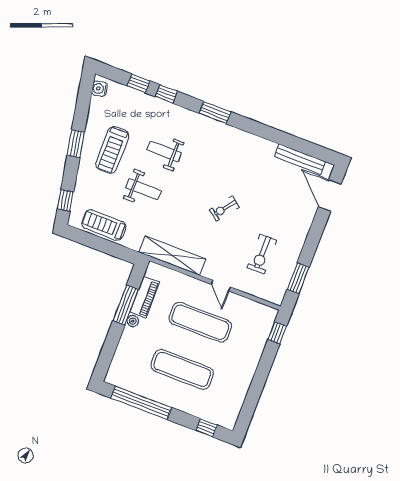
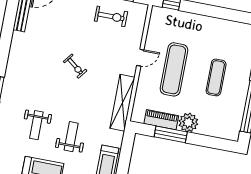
exercise bike: (262, 254) -> (111, 16), moved
plant: (133, 321) -> (188, 122), width x1.87, depth x1.87
exercise mat: (182, 369) -> (216, 77), width x0.73, depth x0.69

